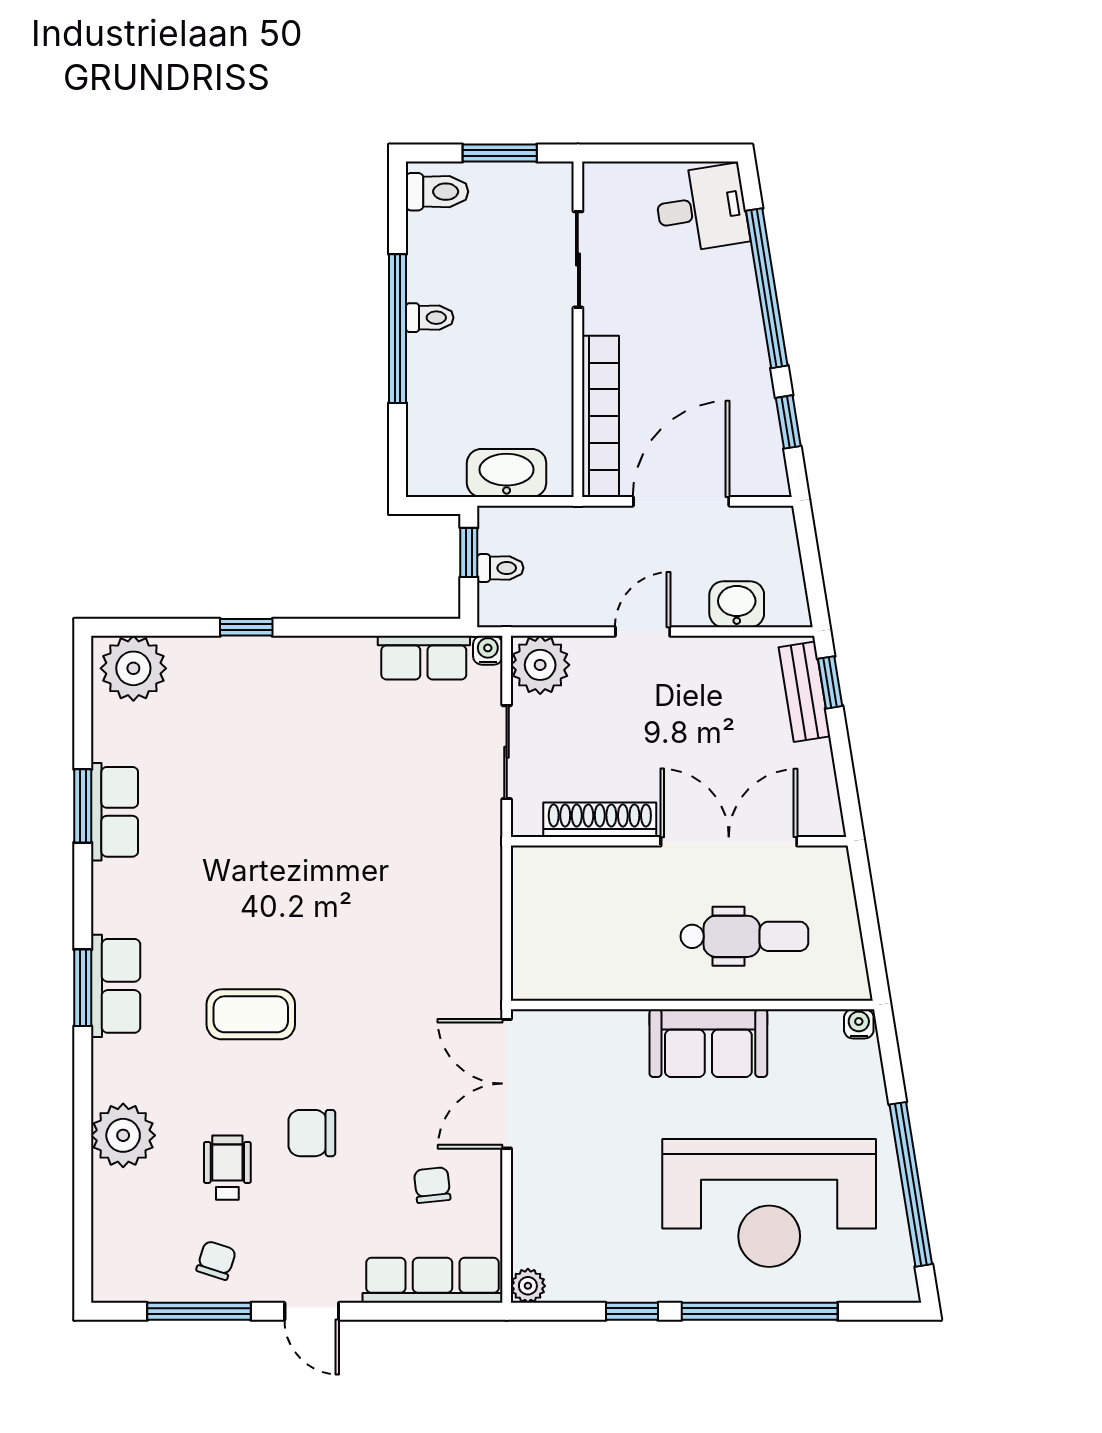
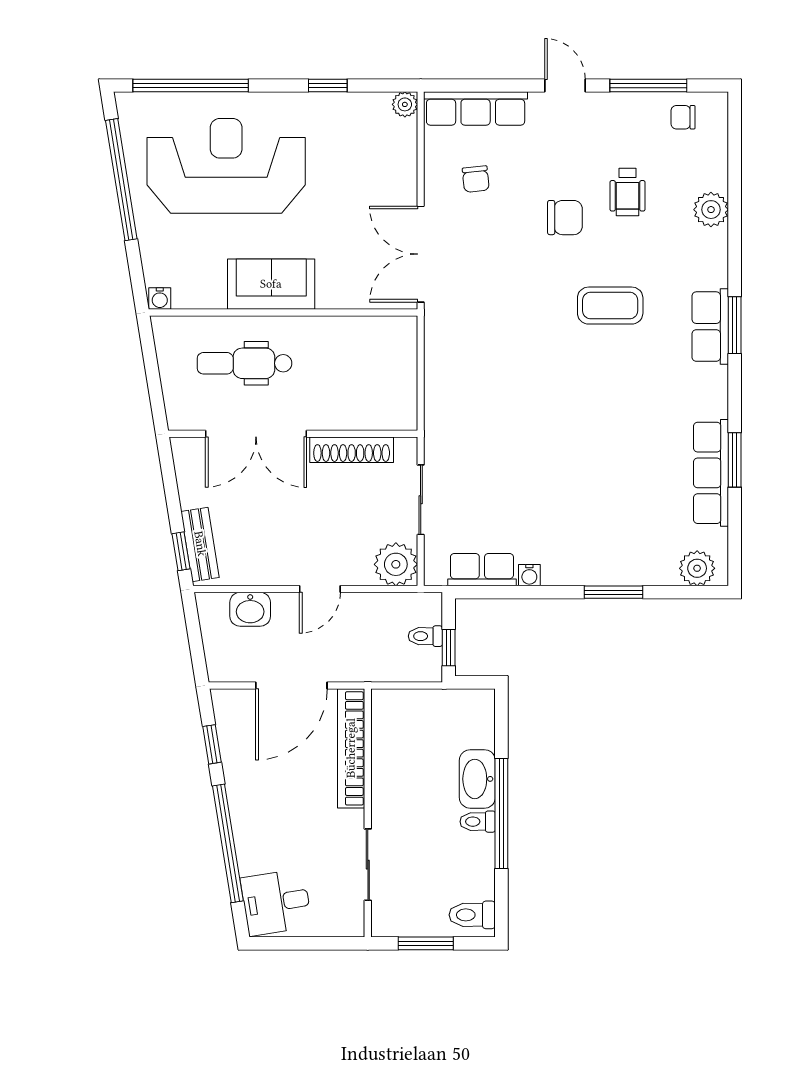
washbasin: (507, 473) -> (477, 779), moved, turned 90
window: (246, 627) -> (613, 592), width x1.50
water cooler: (488, 650) -> (529, 575), moved
plant: (133, 668) -> (697, 568), width x0.73, depth x0.73
row of seats: (115, 812) -> (711, 473), width x1.48
double door: (507, 1084) -> (421, 254), swing flipped
plant: (123, 1135) -> (711, 210), width x0.73, depth x0.73
chair: (216, 1260) -> (683, 117), moved, turned 72
window: (760, 1311) -> (191, 86), moved

